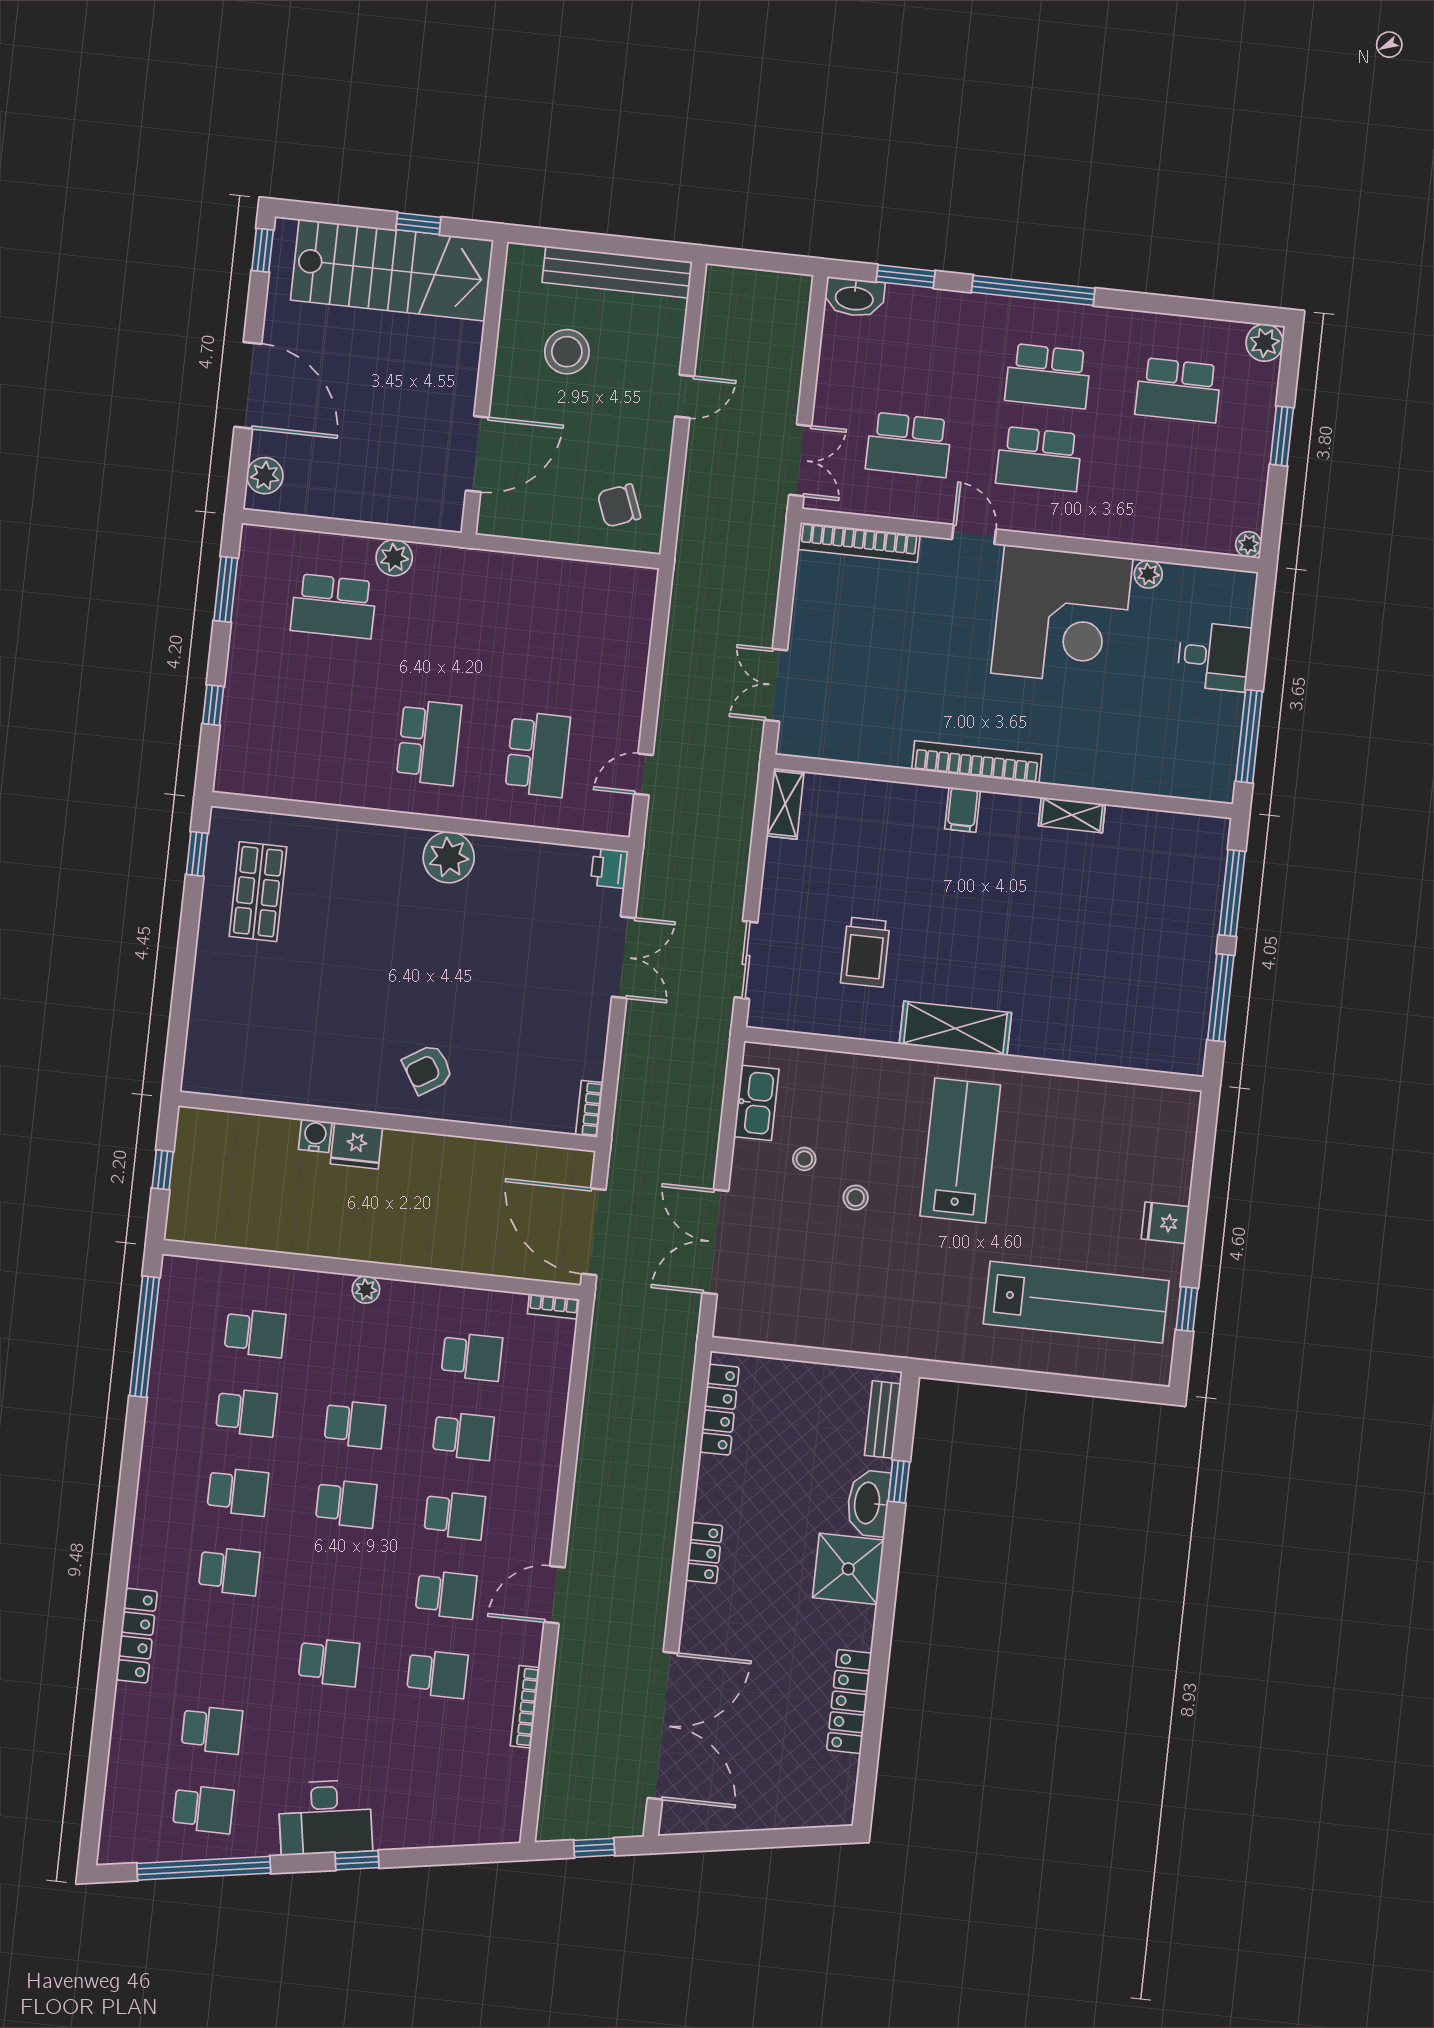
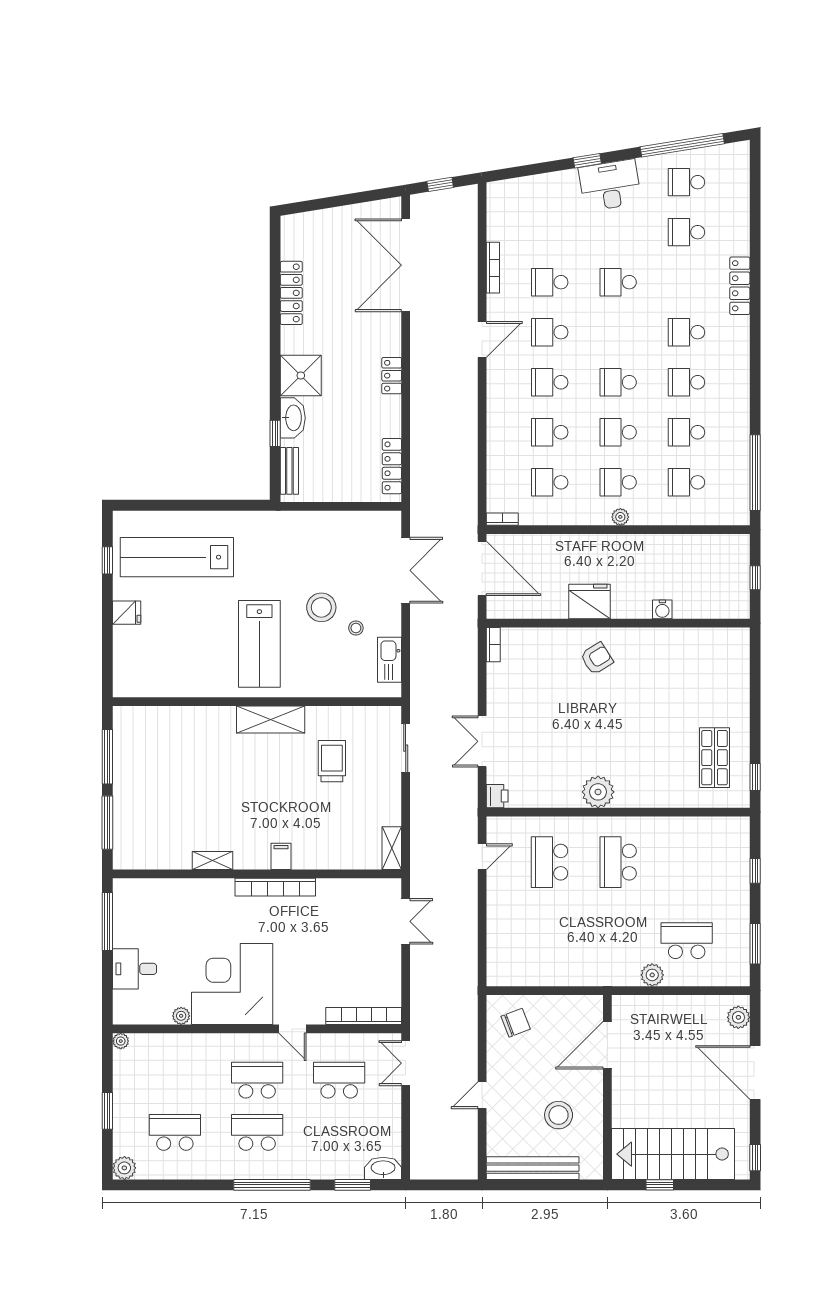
fridge: (356, 1146) -> (590, 601), moved, width x1.36, depth x1.34
stool: (856, 1198) -> (321, 607), width x1.89, depth x1.89
school desk: (363, 1345) -> (618, 482), added

